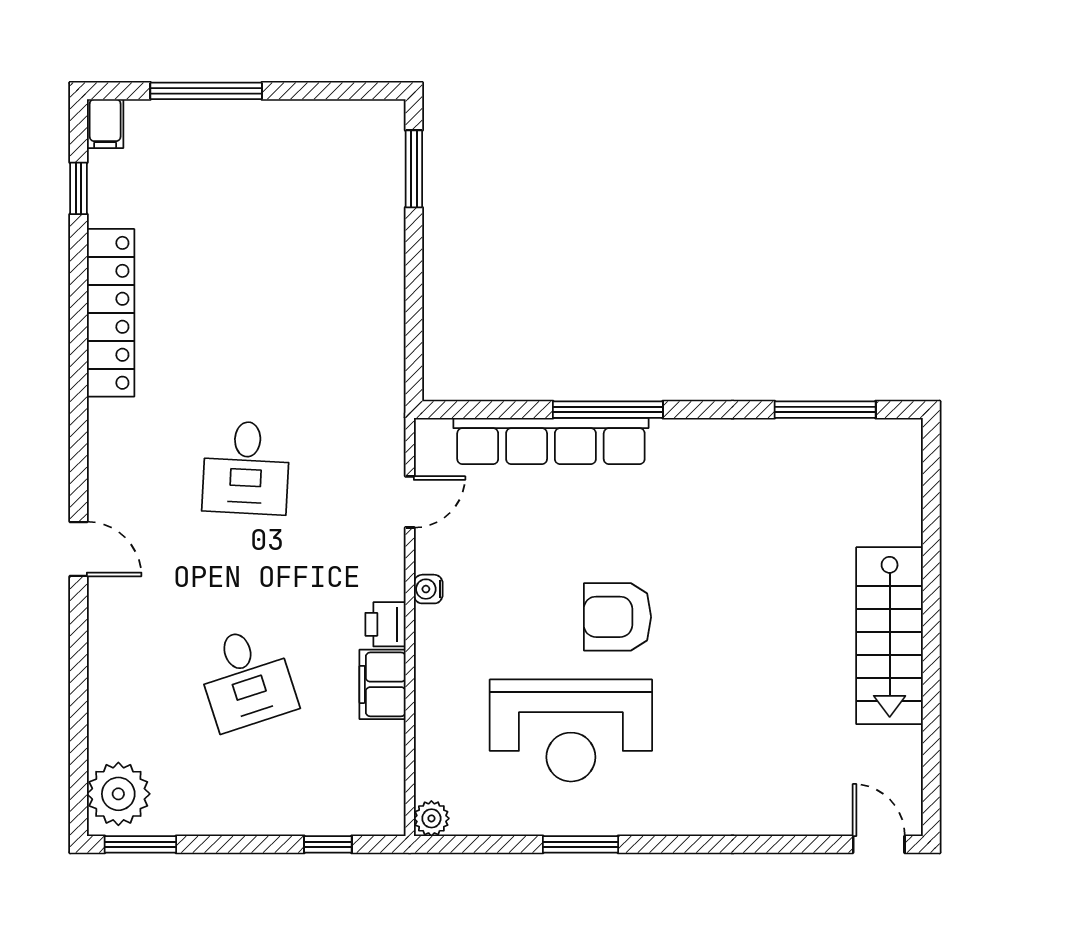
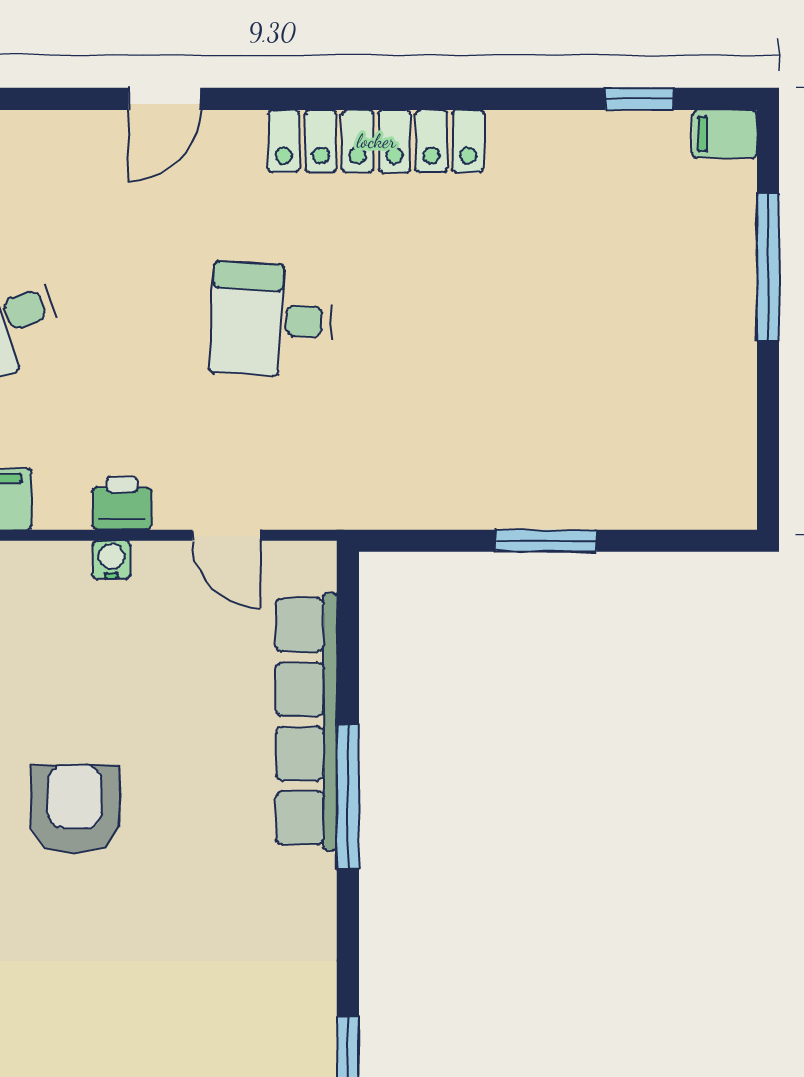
window: (414, 169) -> (546, 541), moved
locker: (111, 313) -> (376, 141), moved
printer: (385, 624) -> (122, 503), moved

